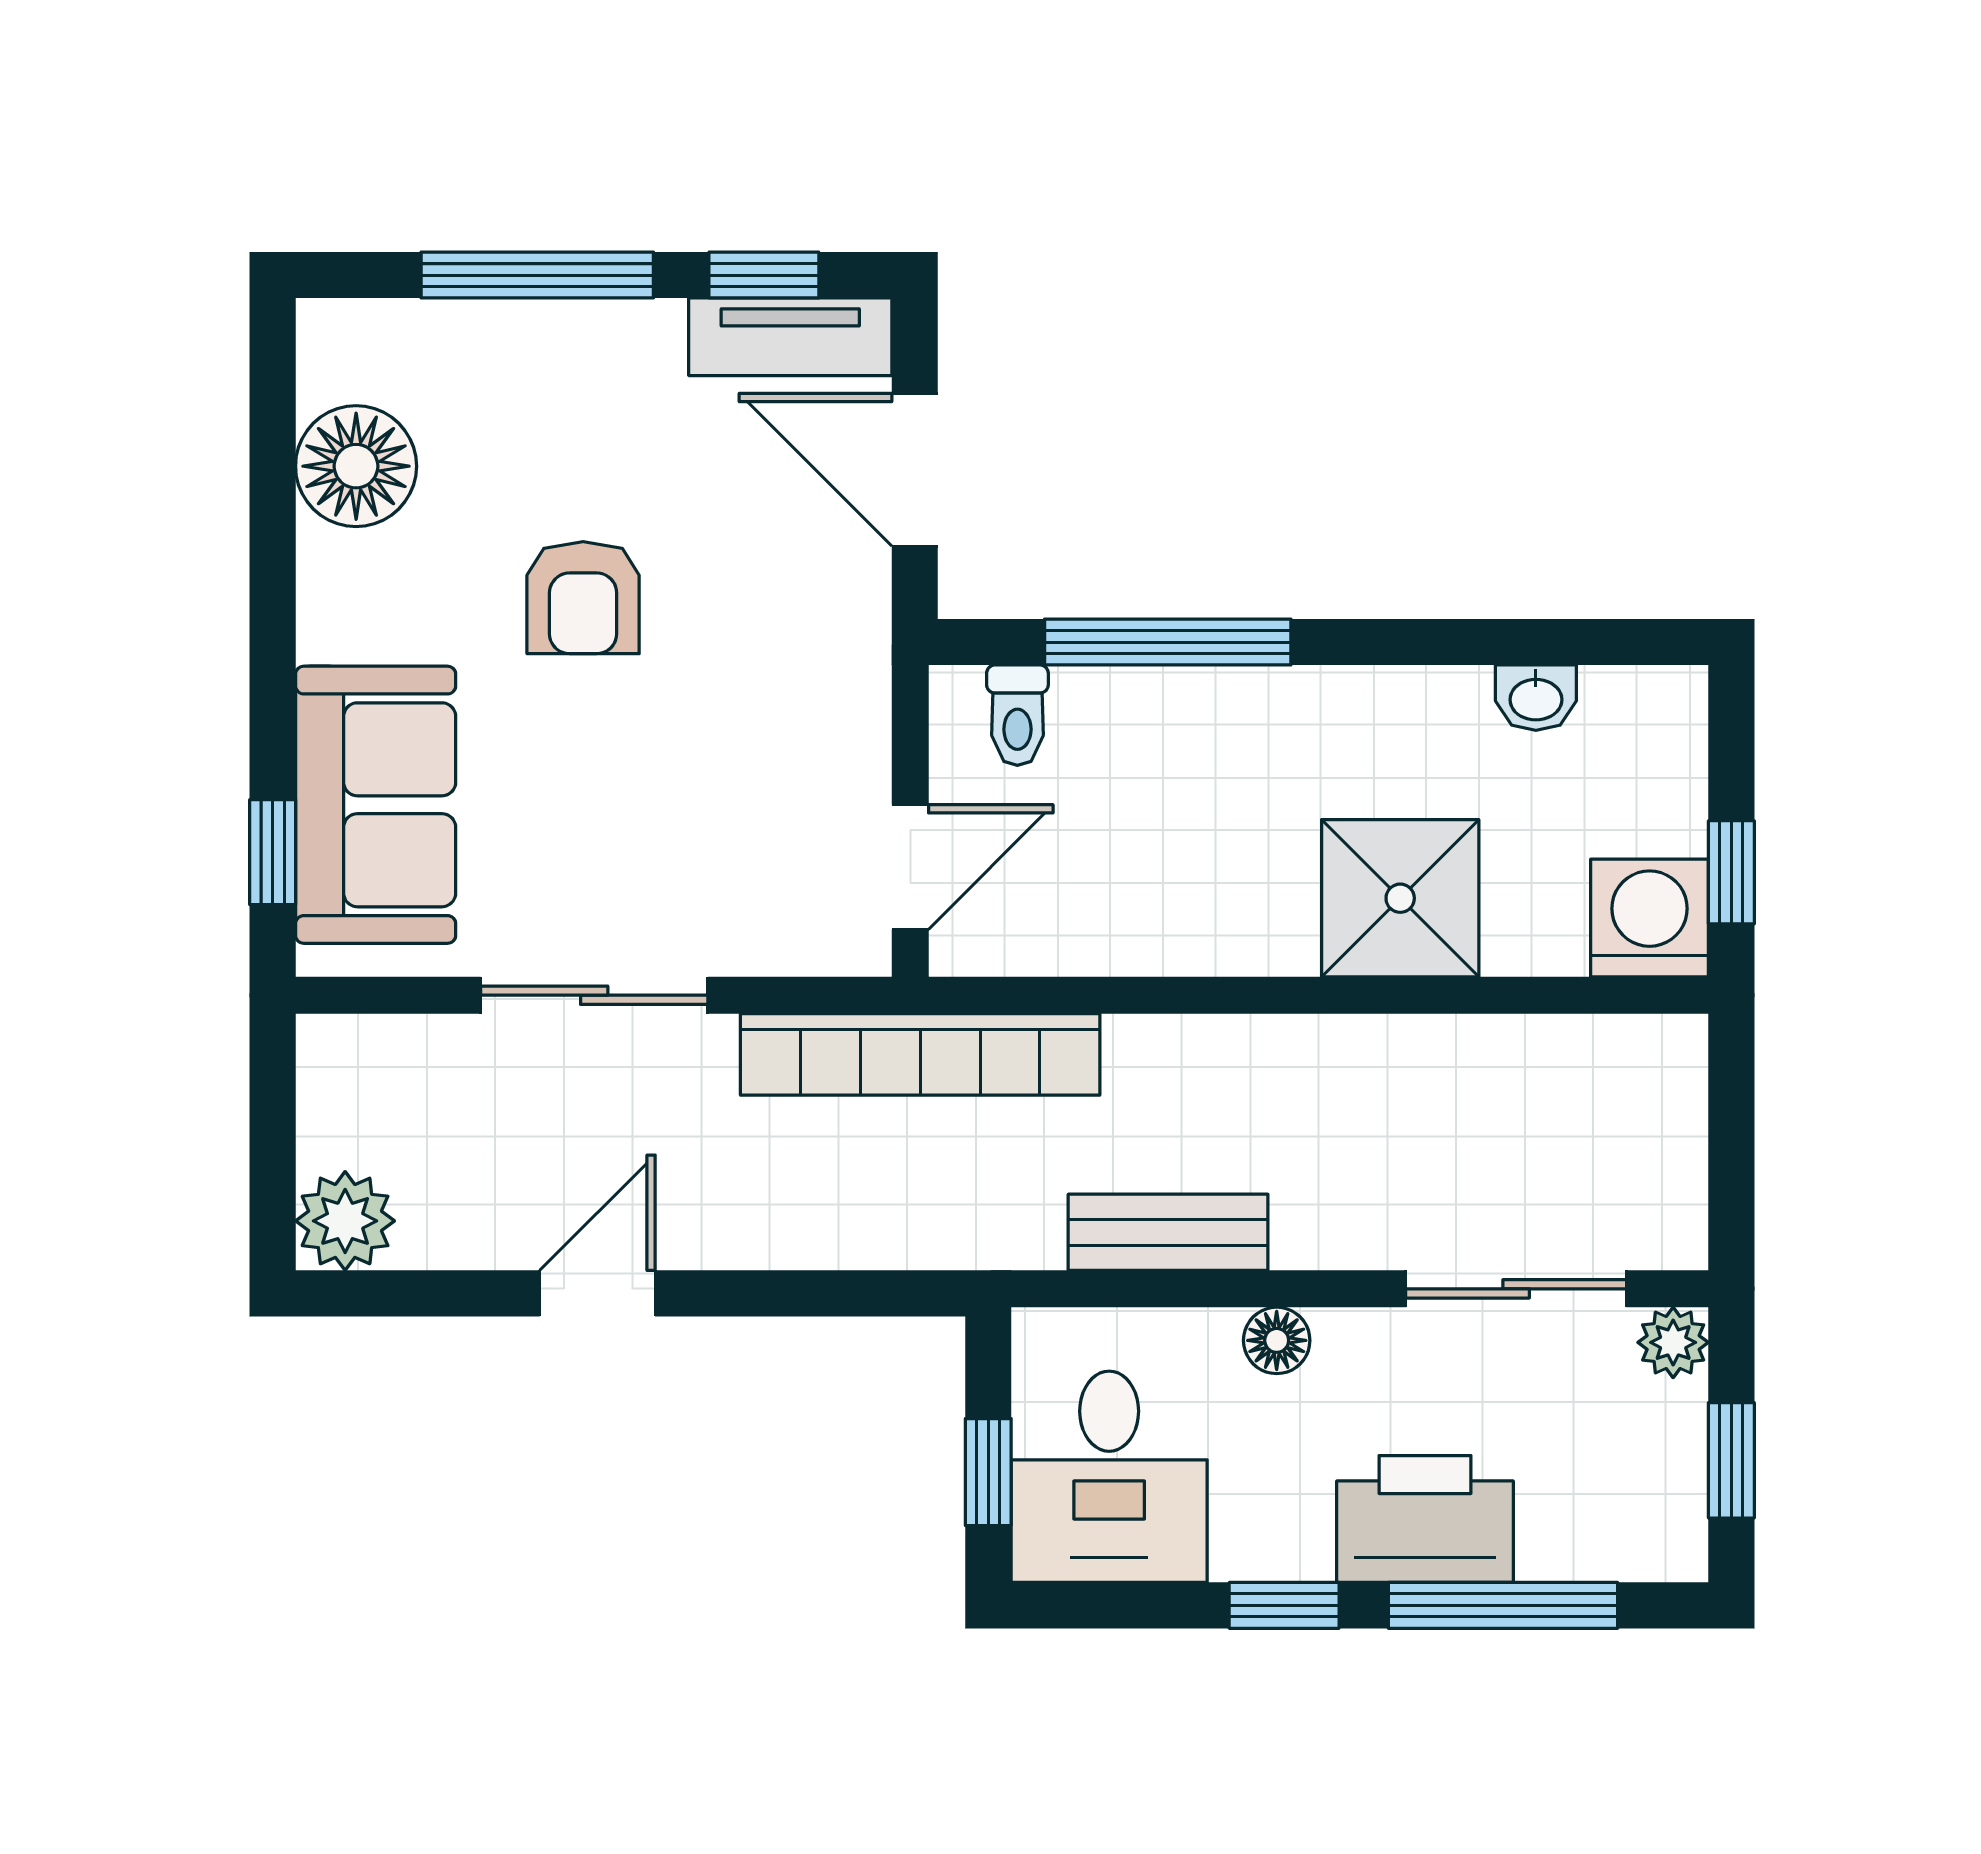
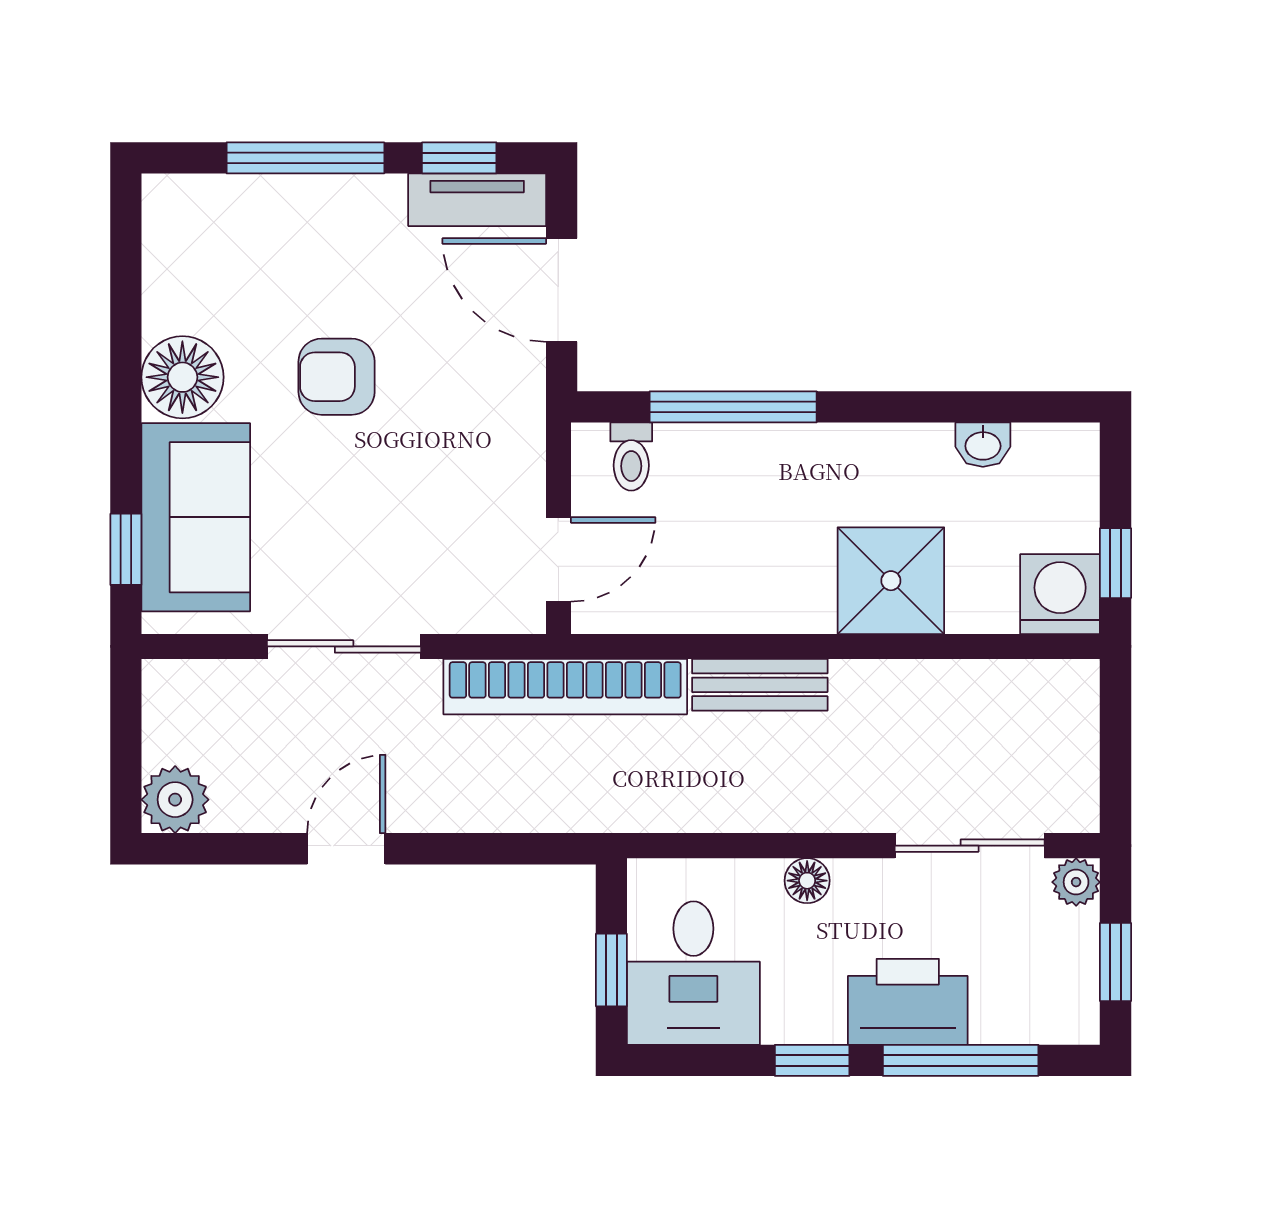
floor lamp: (356, 466) -> (182, 377), moved
armchair: (583, 598) -> (337, 377), turned 90
bench: (1168, 1232) -> (760, 685), moved

